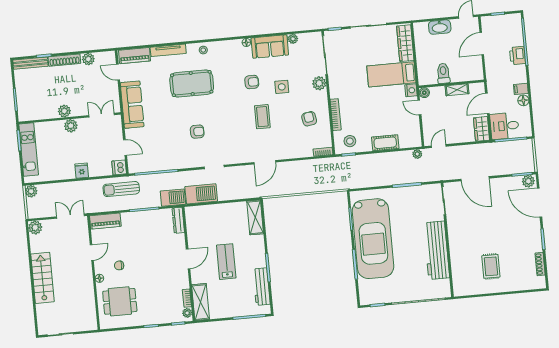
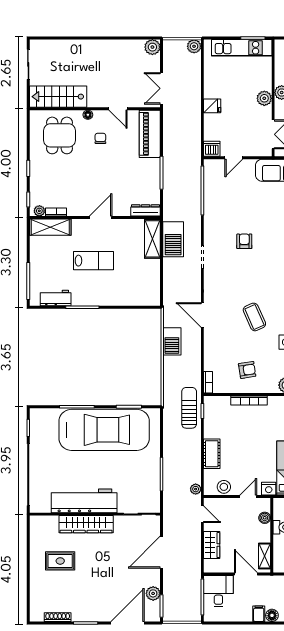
shelving: (457, 90) -> (265, 556), moved
boiler: (424, 93) -> (265, 518), moved
floor lamp: (523, 100) -> (272, 615), moved
coffee table: (262, 117) -> (254, 317), turned 66
wardrobe: (481, 129) -> (212, 545), moved, turned 90
armchair: (197, 132) -> (244, 241), turned 180
stool: (350, 141) -> (224, 487), moved
plant: (528, 181) -> (153, 593), moved
sun lounger: (121, 189) -> (189, 408), moved
barbecue: (173, 198) -> (172, 341), moved
double door: (70, 216) -> (162, 88), swing flipped
shelving: (255, 217) -> (152, 239), moved, turned 90
piano: (105, 221) -> (150, 134), width x1.37, depth x1.33
car: (373, 239) -> (104, 430), turned 180
wardrobe: (457, 247) -> (86, 524), added
door: (188, 259) -> (101, 218), swing flipped
stairs: (42, 278) -> (58, 97), moved, turned 180
workbench: (262, 287) -> (56, 298), width x0.73

